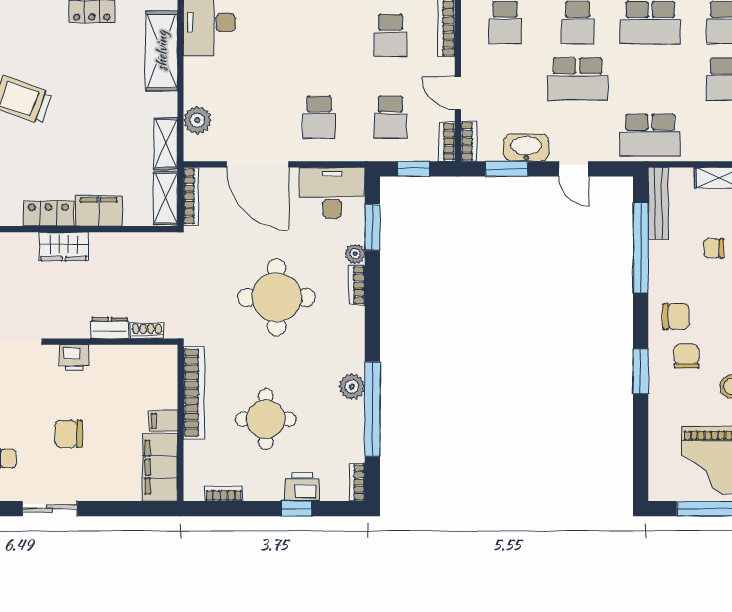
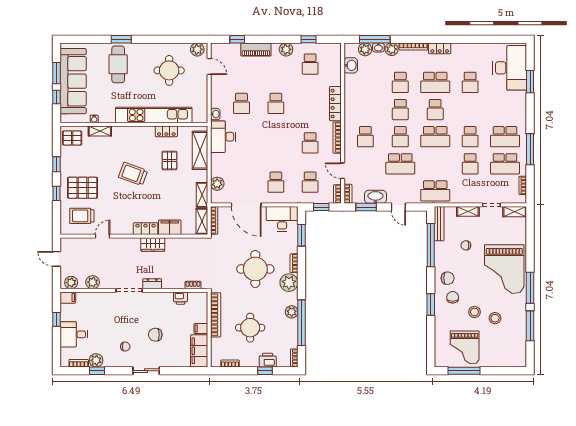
pallet: (98, 72) -> (169, 160), added
plant: (355, 254) -> (289, 283), moved, width x1.88, depth x1.88
dresser: (110, 328) -> (152, 284), moved
printer: (74, 358) -> (181, 298), moved

